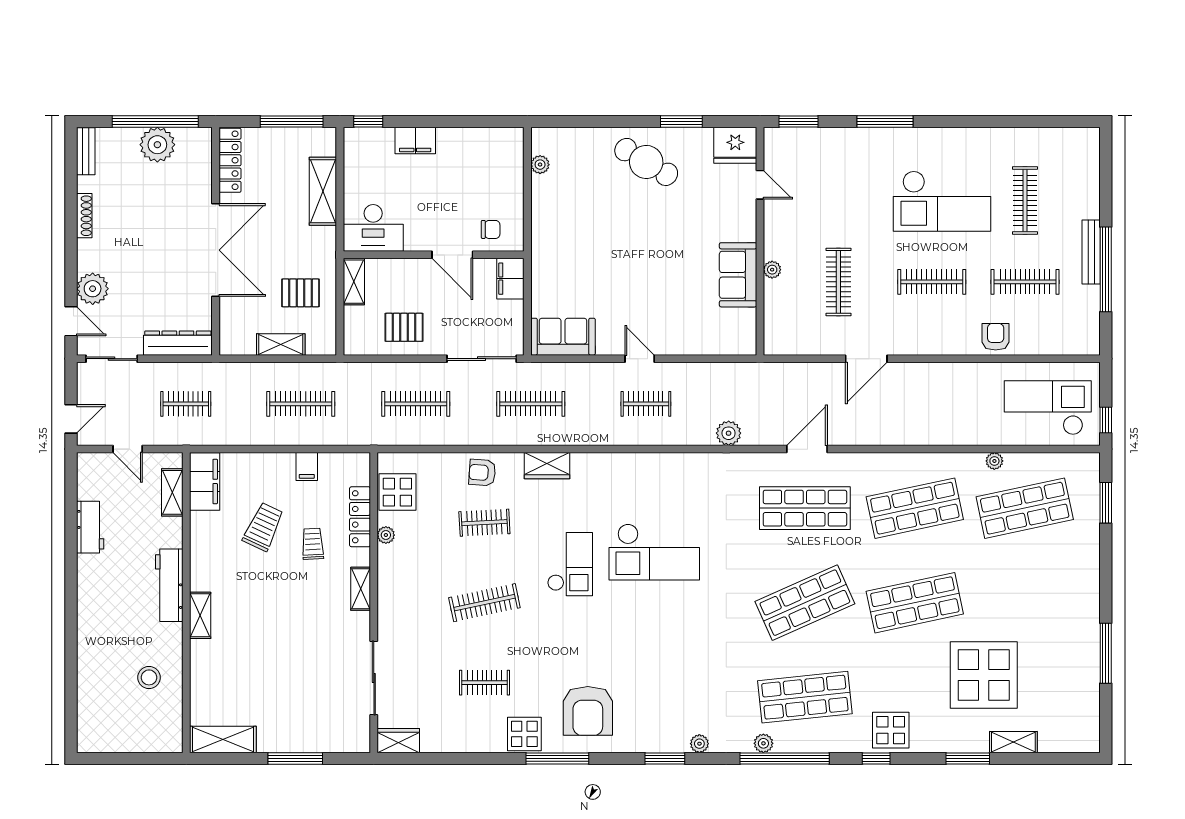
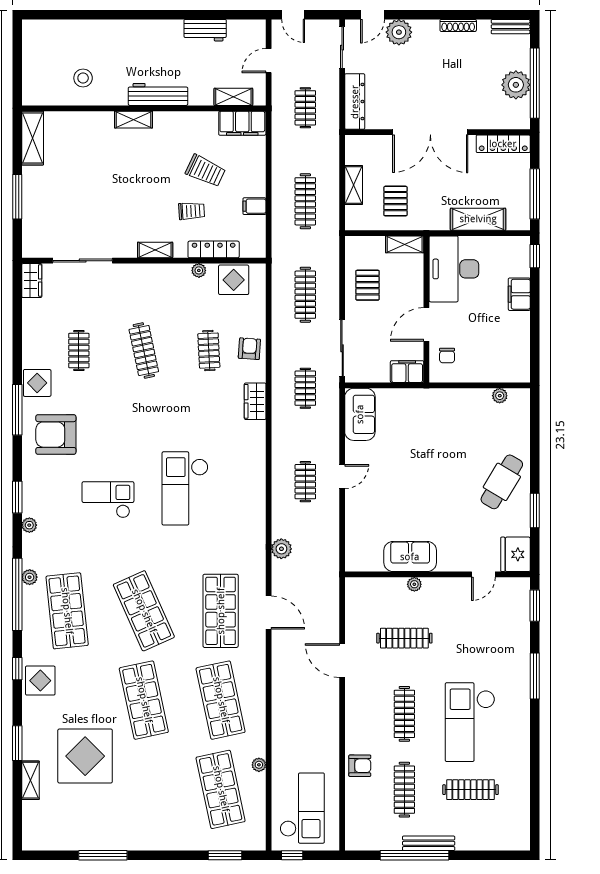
desk: (373, 228) -> (454, 269), width x1.36, depth x1.30
clothes rail: (531, 404) -> (305, 388), width x0.73
checkout: (570, 564) -> (108, 500), moved, turned 180

